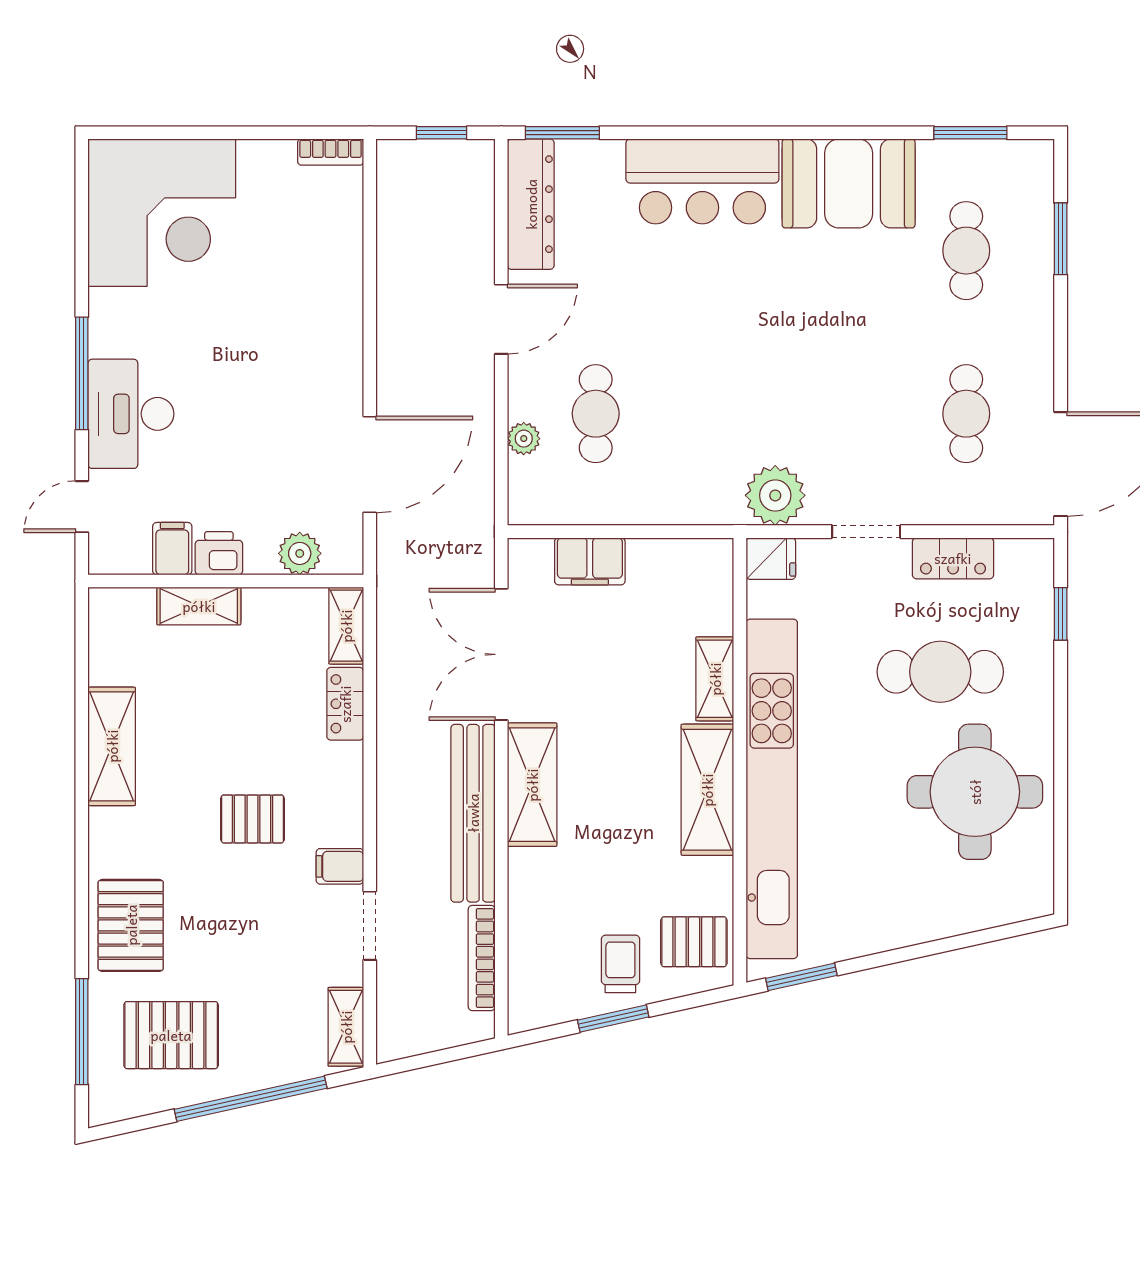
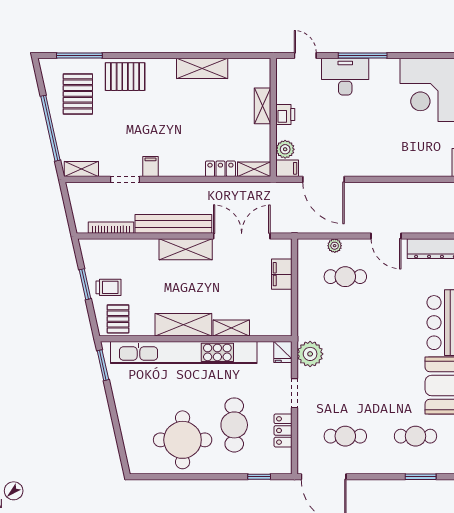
filing cabinet: (172, 549) -> (287, 168), moved
pallet: (252, 819) -> (171, 129), removed

